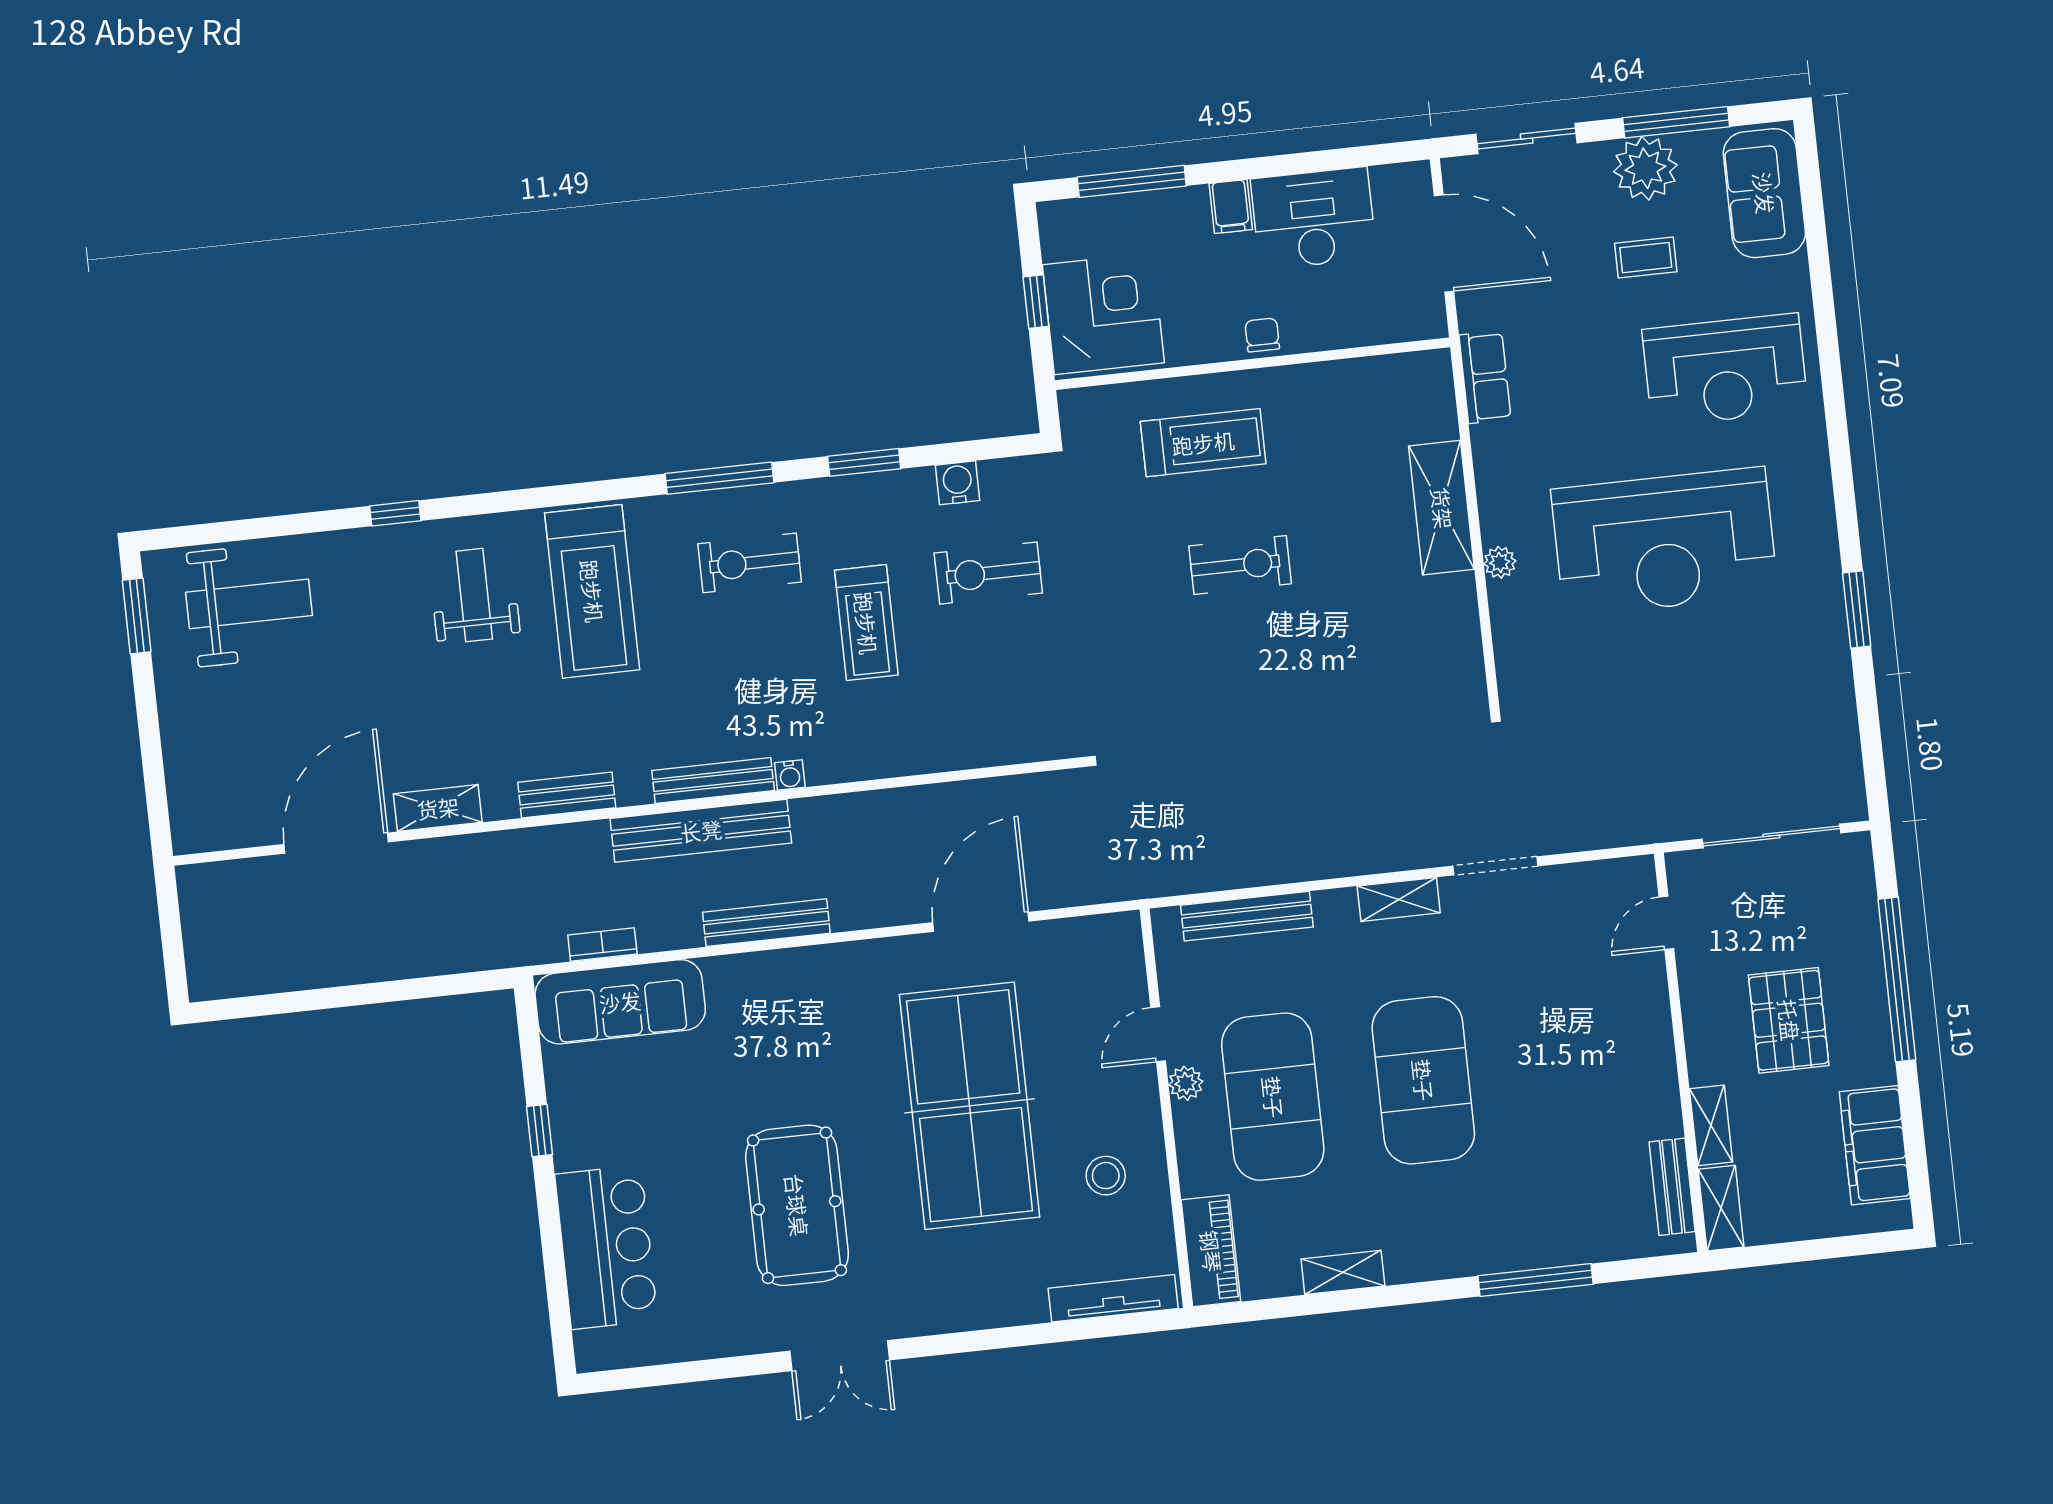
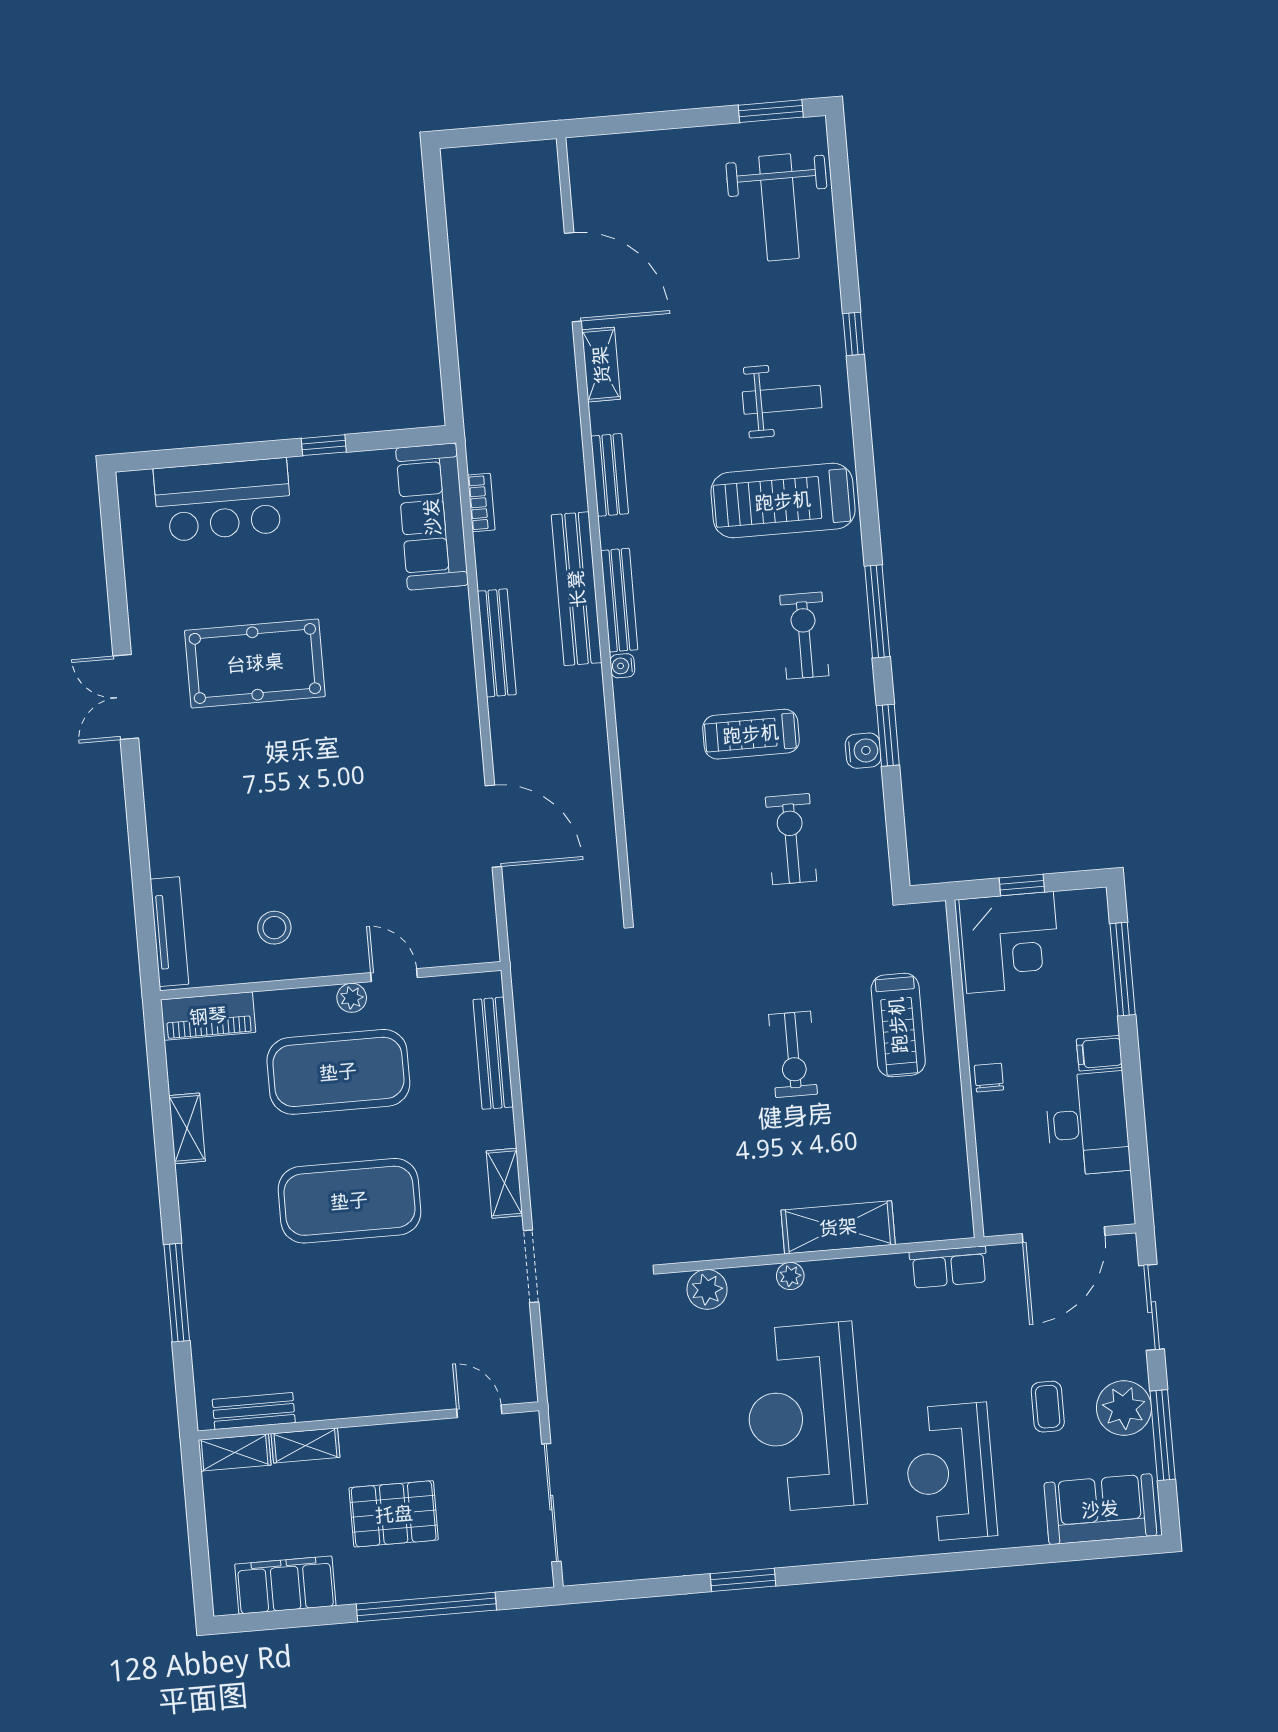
chair: (1262, 335) -> (989, 1078), turned -90
water cooler: (958, 483) -> (863, 751), moved
plant: (1518, 659) -> (707, 1289), added
table tennis table: (970, 1106) -> (337, 813), removed

